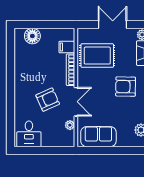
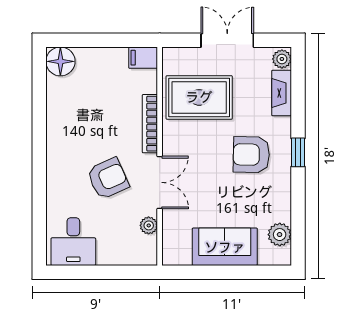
floor lamp: (32, 36) -> (60, 61), moved
filing cabinet: (67, 47) -> (143, 58), moved
sofa: (98, 137) -> (225, 247), moved

